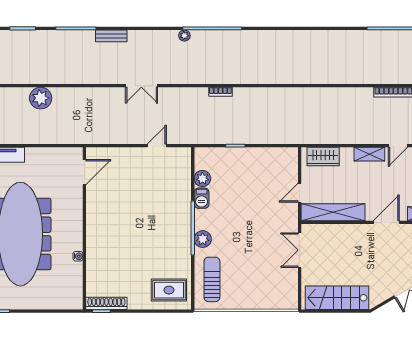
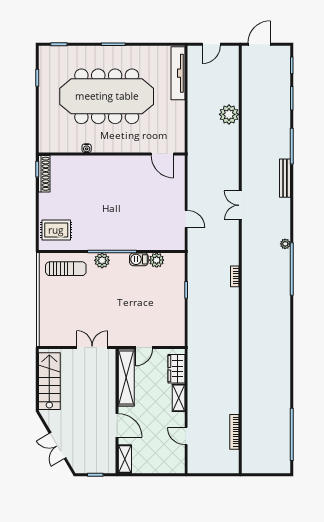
bench: (111, 36) -> (285, 178), width x1.36
shelving: (369, 154) -> (179, 398), moved
door: (300, 193) -> (144, 348), swing flipped
rug: (169, 290) -> (56, 230), turned 90

